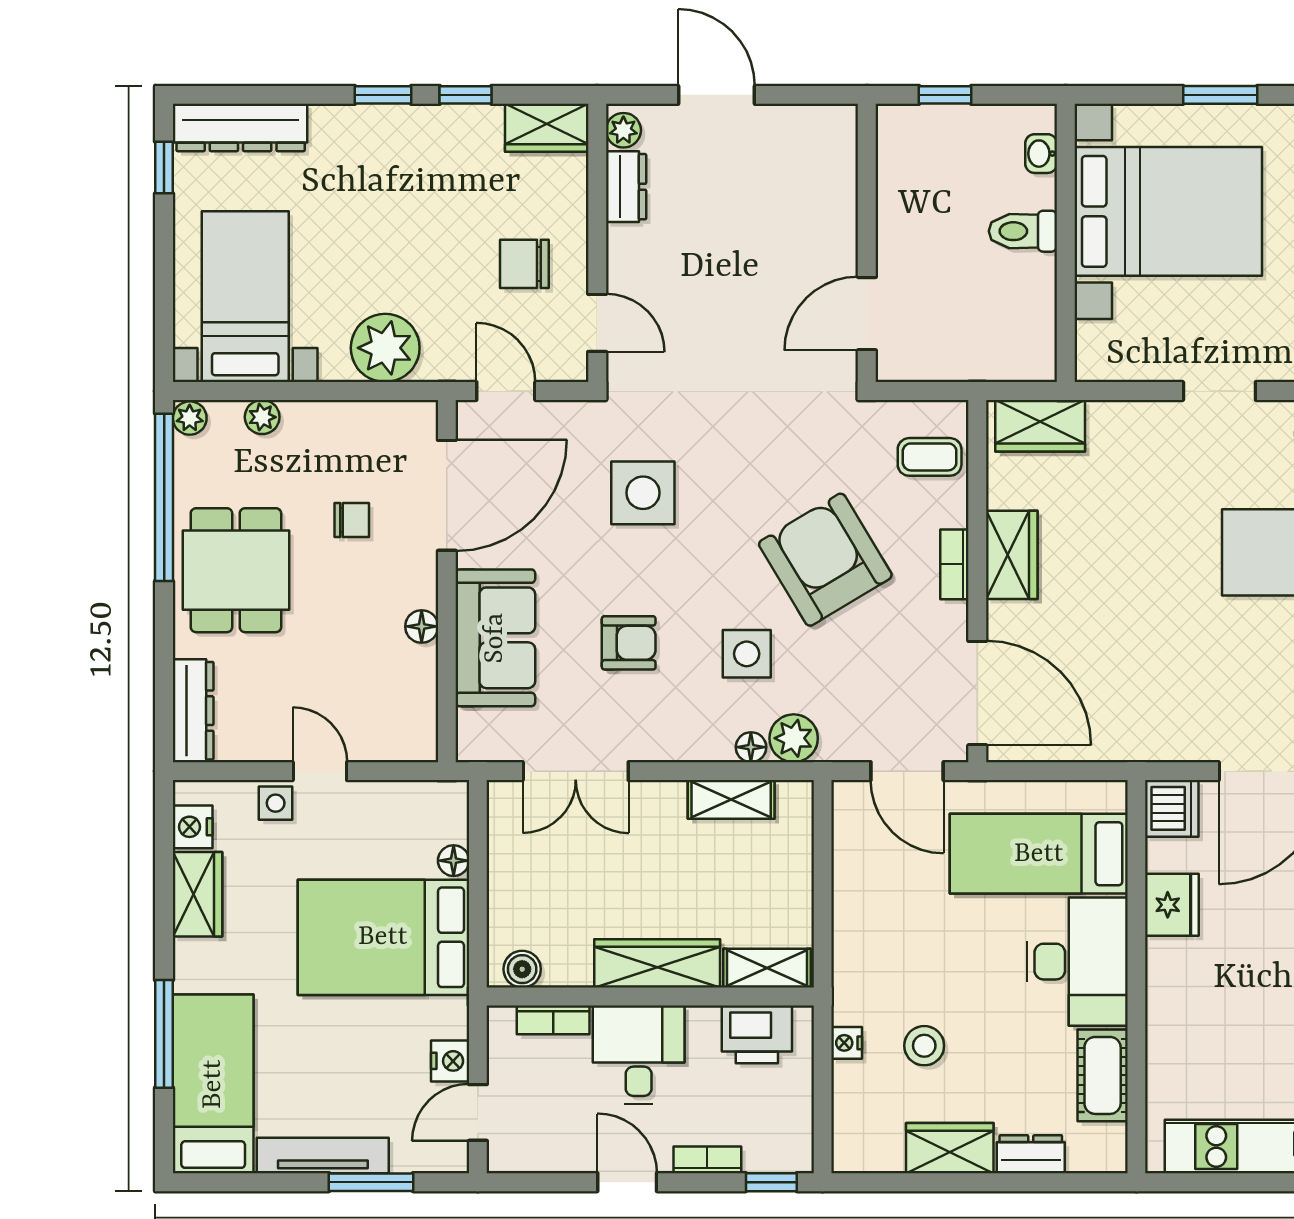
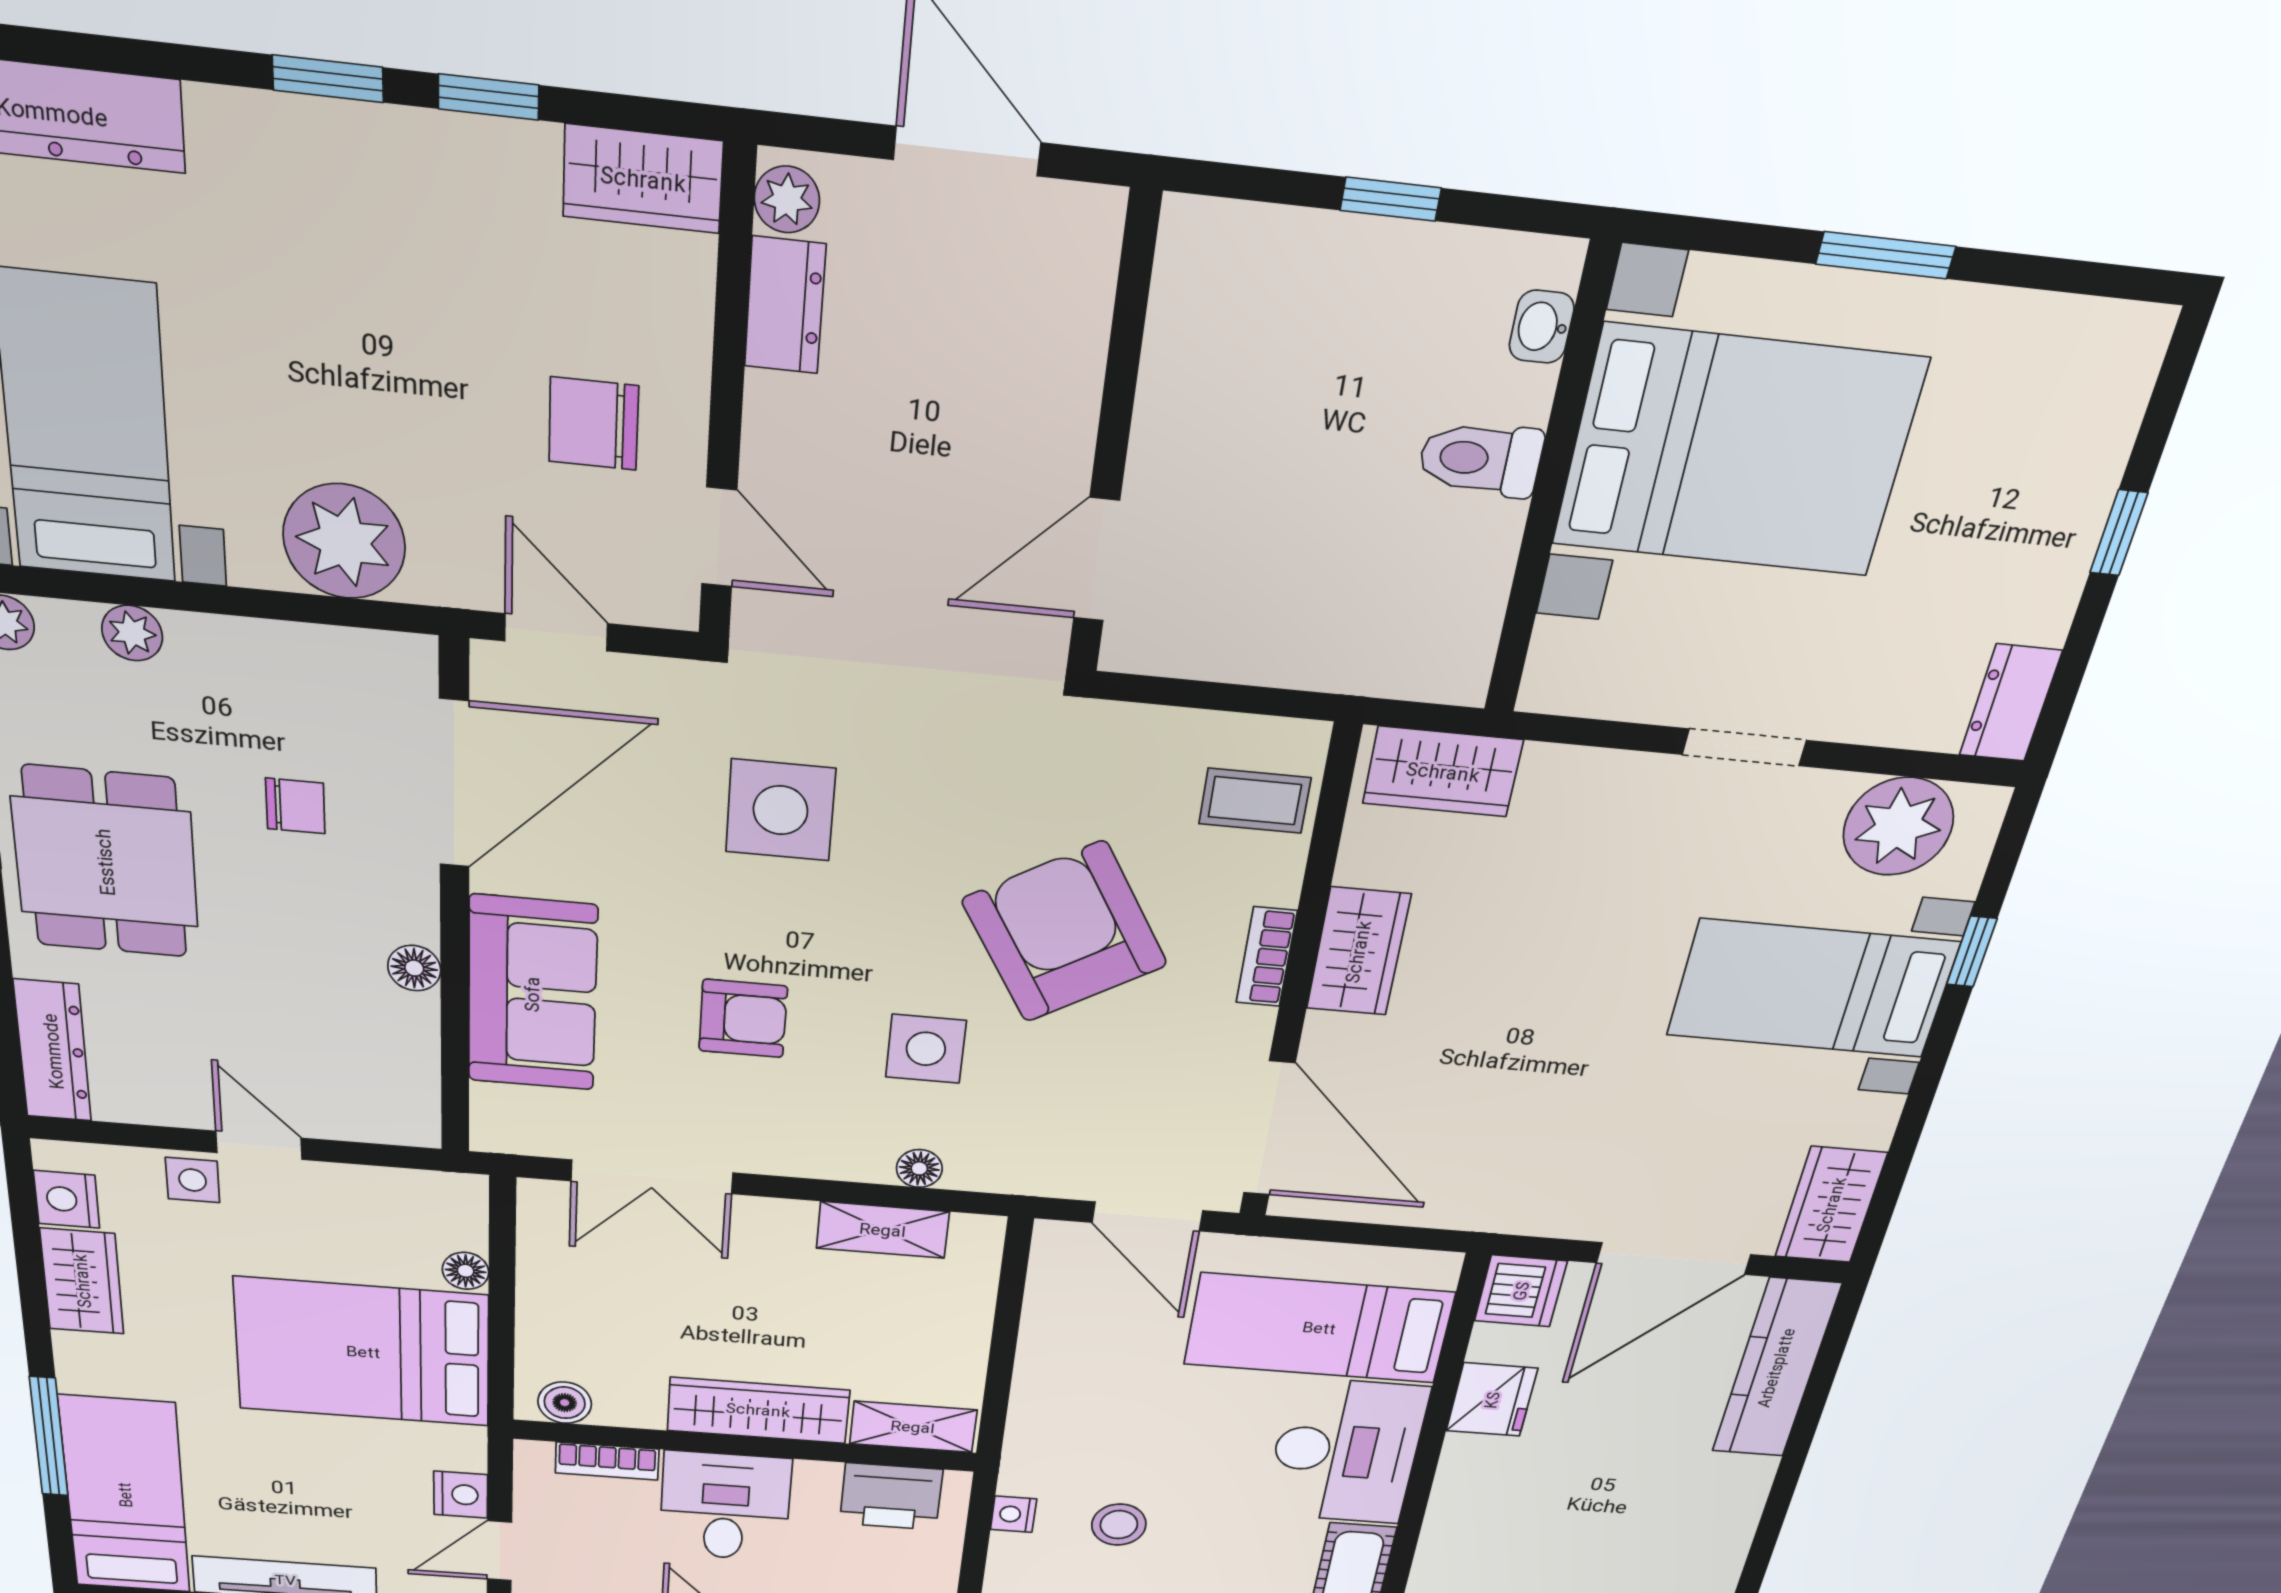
wall: (867, 243) -> (1112, 441), moved
door: (867, 314) -> (1096, 560), moved
plant: (794, 738) -> (985, 1163), removed

